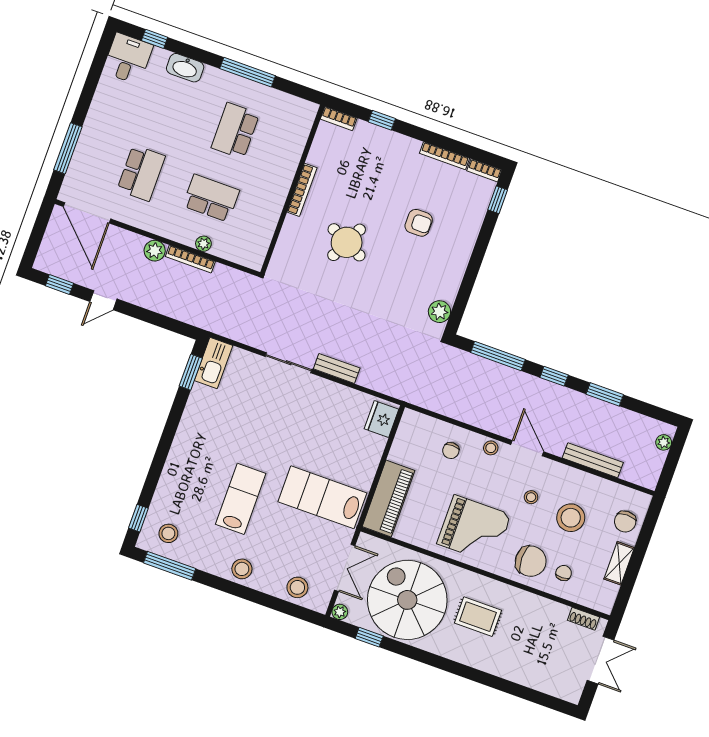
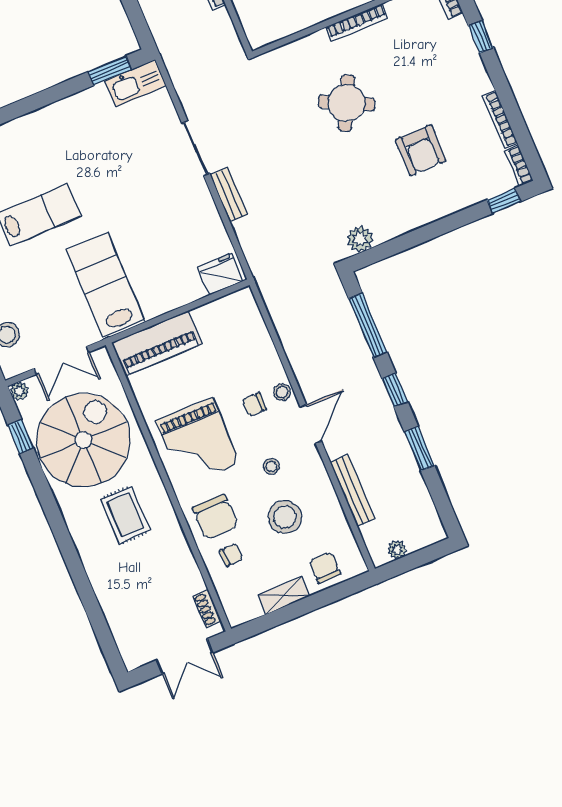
armchair: (419, 223) -> (421, 150), width x1.38, depth x1.38
plant: (664, 442) -> (397, 550), moved
chair: (451, 451) -> (254, 404), moved
chair: (625, 522) -> (325, 568), turned 90

